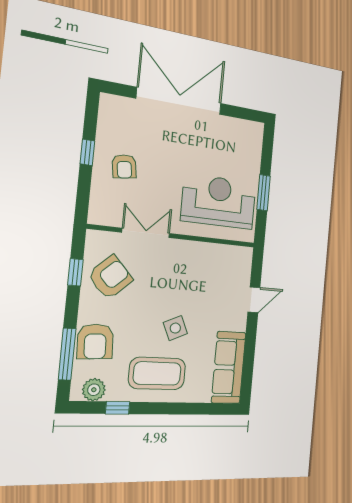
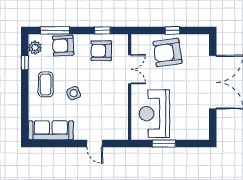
armchair: (124, 166) -> (167, 52), width x1.88, depth x1.88
reception desk: (219, 202) -> (154, 114), turned 180
armchair: (110, 277) -> (101, 51), turned 133
coffee table: (157, 373) -> (46, 84), width x0.73, depth x0.76

